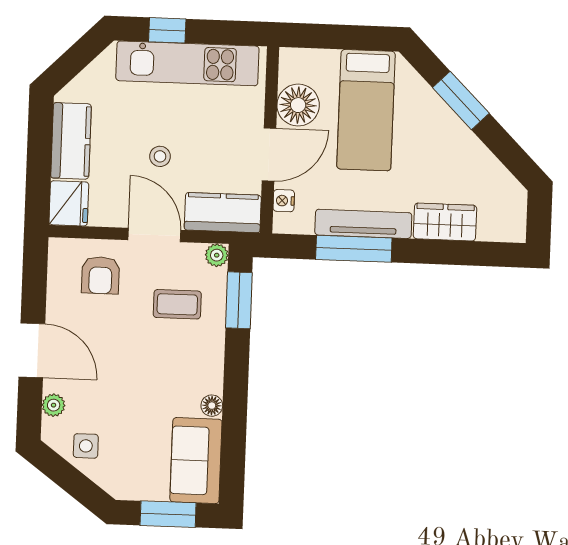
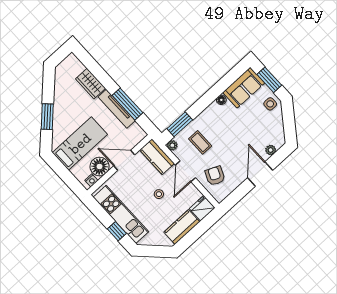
nightstand: (284, 201) -> (91, 180), moved
armchair: (100, 275) -> (215, 176), turned -66
side table: (86, 446) -> (270, 104), moved

